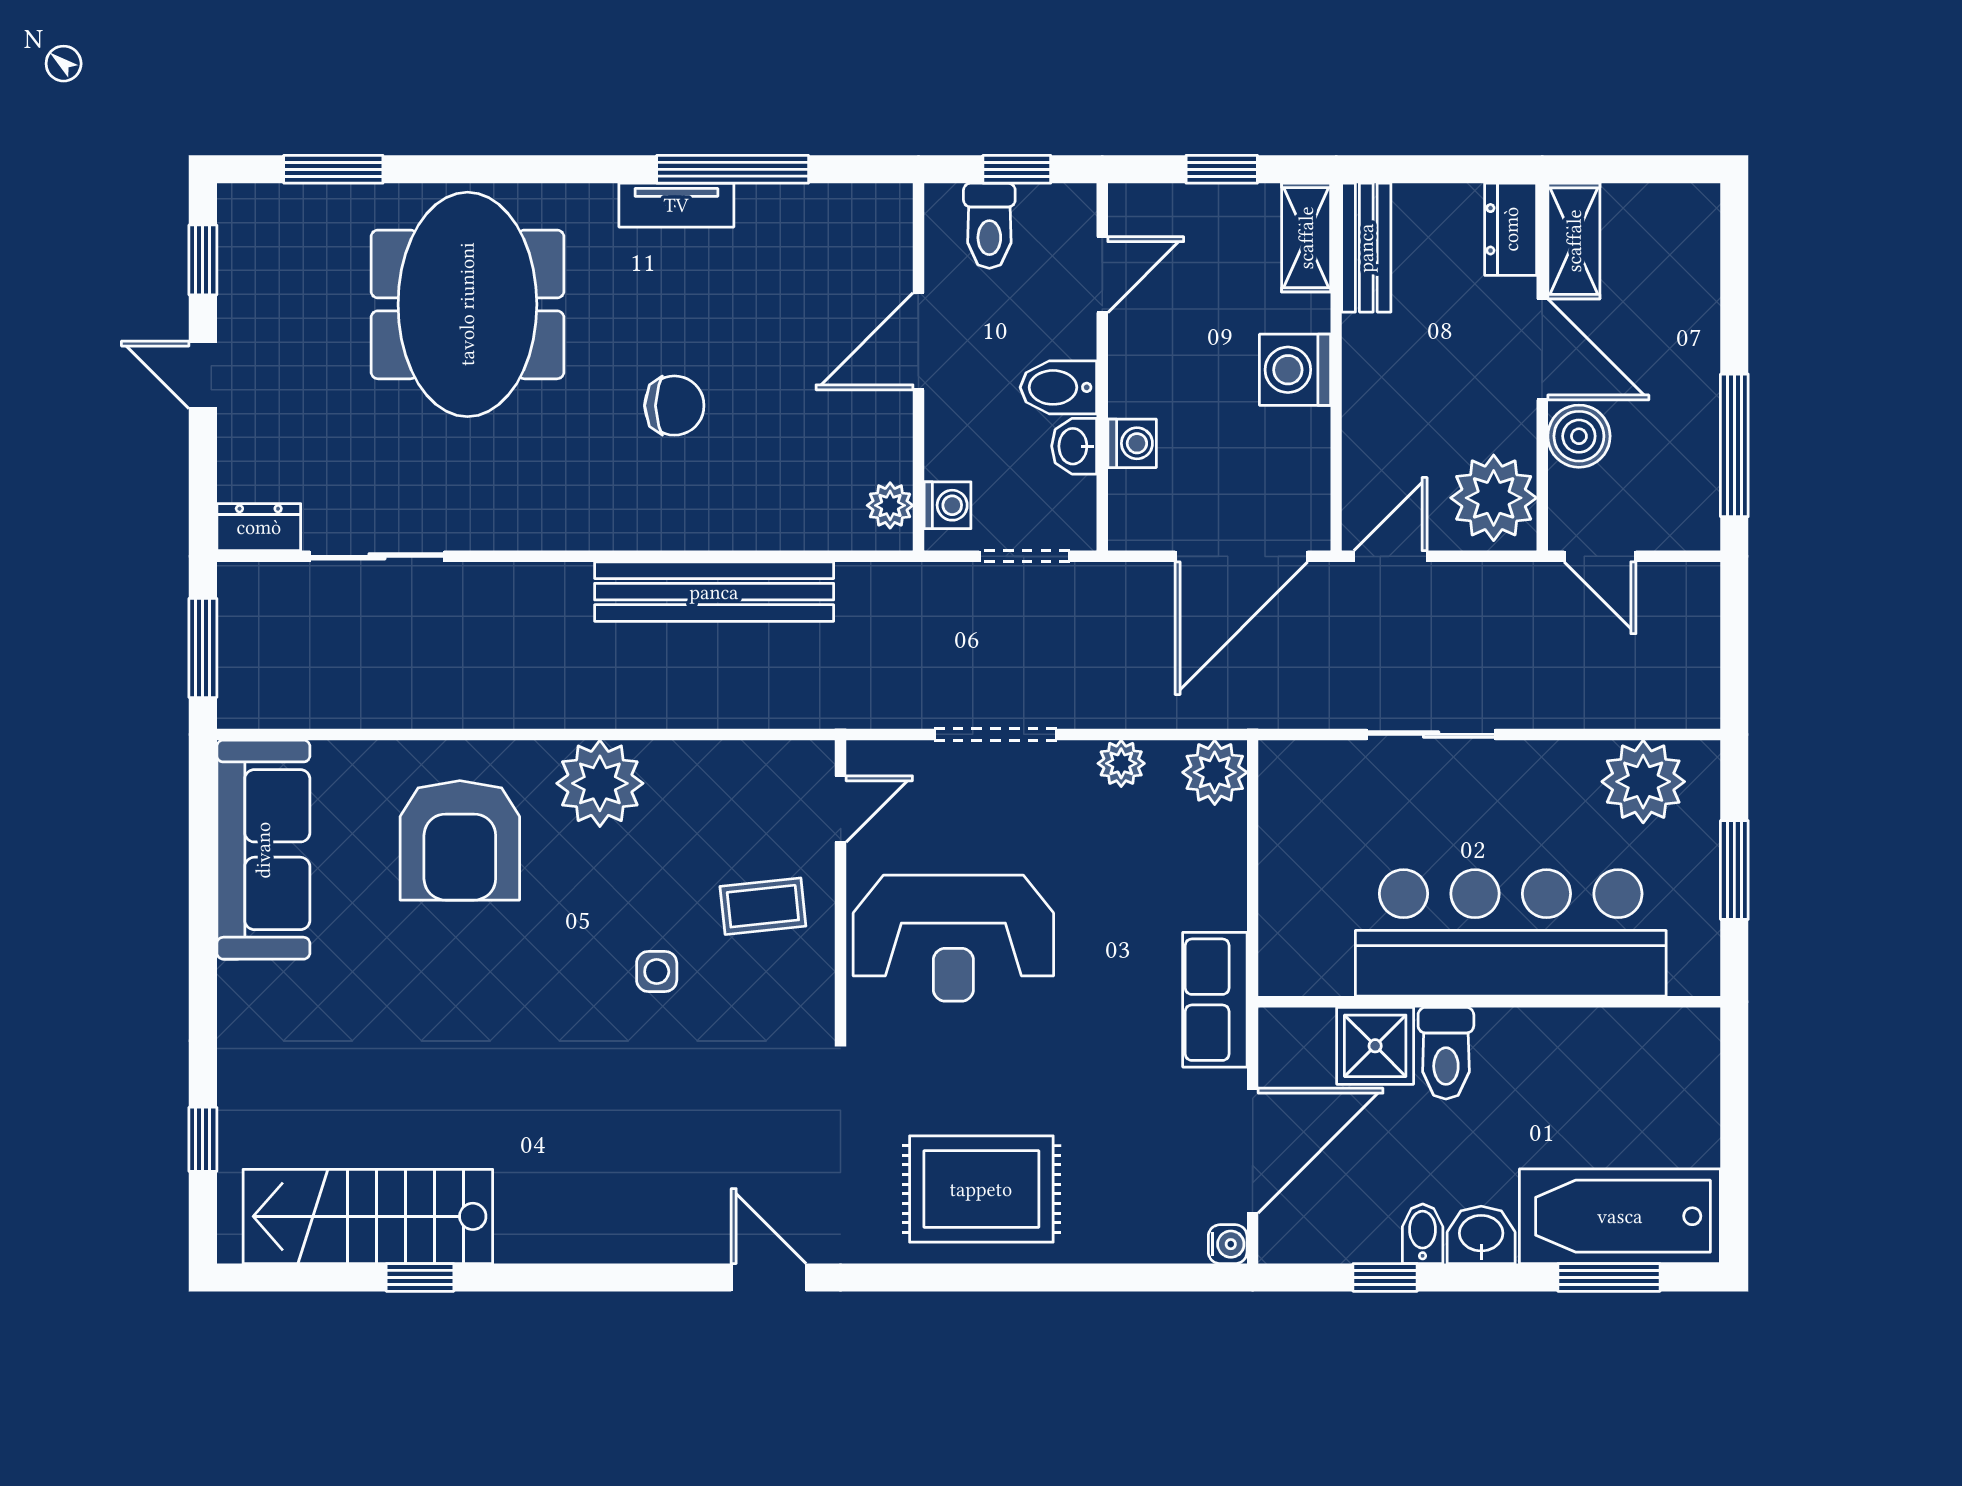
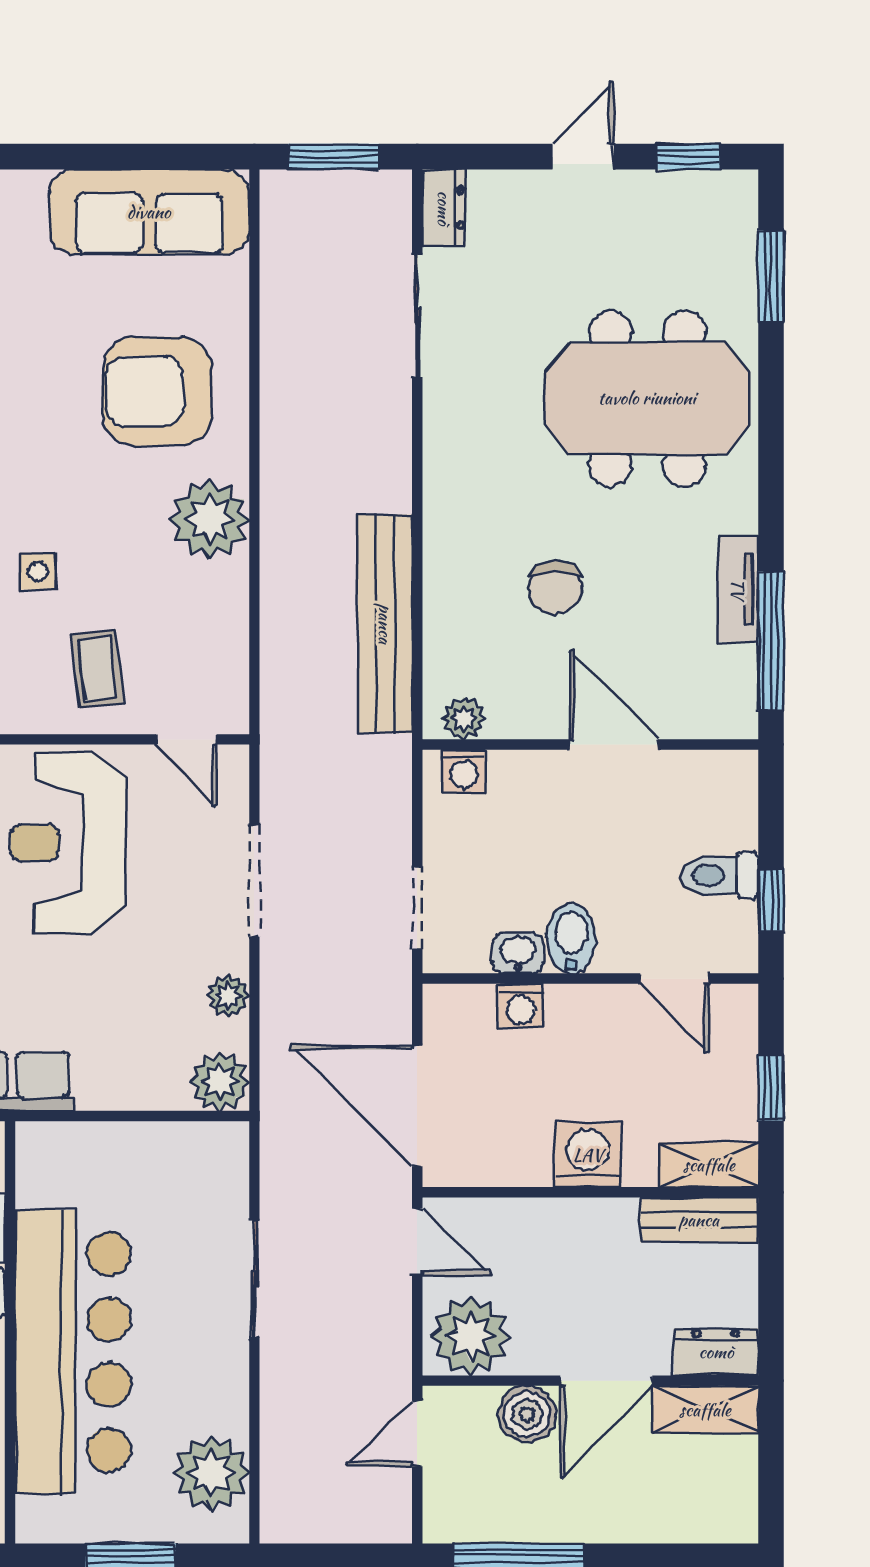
door: (918, 341) -> (614, 744), moved
wall: (918, 367) -> (590, 744), moved
plant: (890, 505) -> (464, 718), moved
washing machine: (947, 505) -> (464, 771), moved

